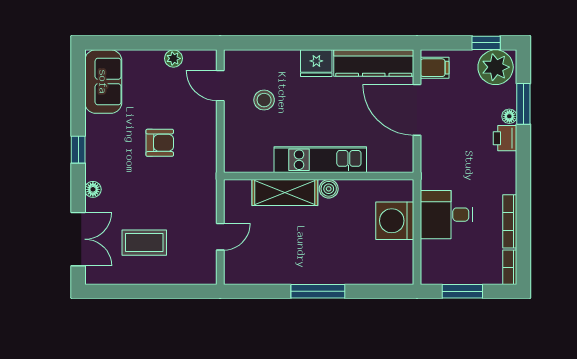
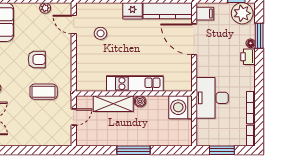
kitchen unit: (320, 160) -> (135, 84), moved
wall: (319, 176) -> (134, 94), moved
boiler: (329, 189) -> (140, 101), moved
shelving: (285, 192) -> (113, 104), moved
desk: (447, 215) -> (212, 98), width x1.37
coffee table: (144, 243) -> (44, 92), moved

